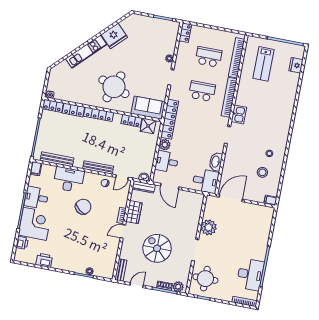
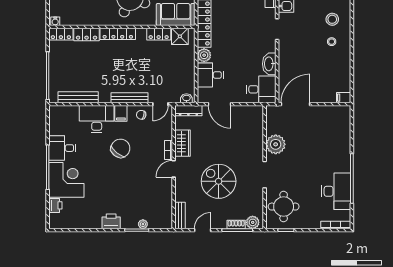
filing cabinet: (36, 169) -> (121, 113), moved
stool: (262, 172) -> (332, 19), moved
printer: (44, 260) -> (111, 221), moved

